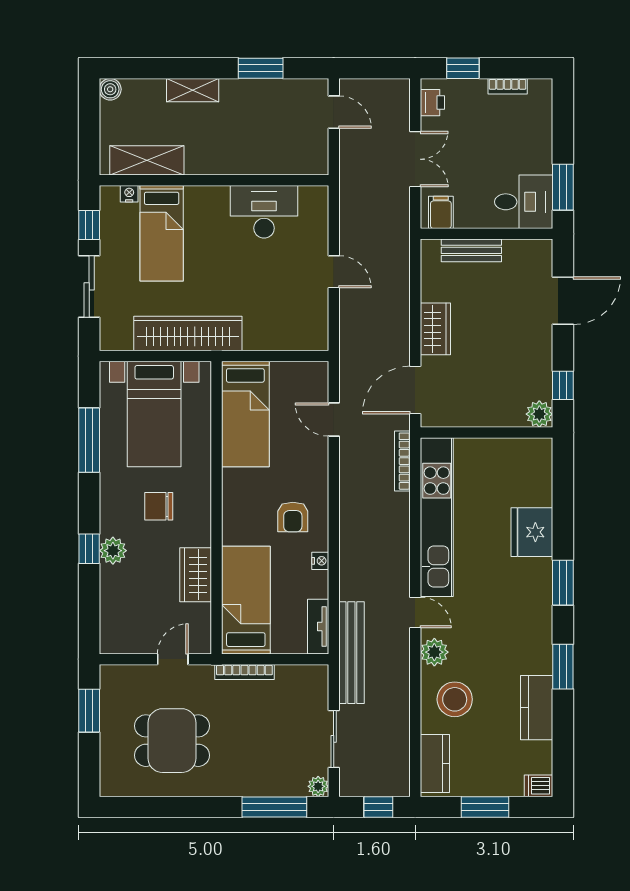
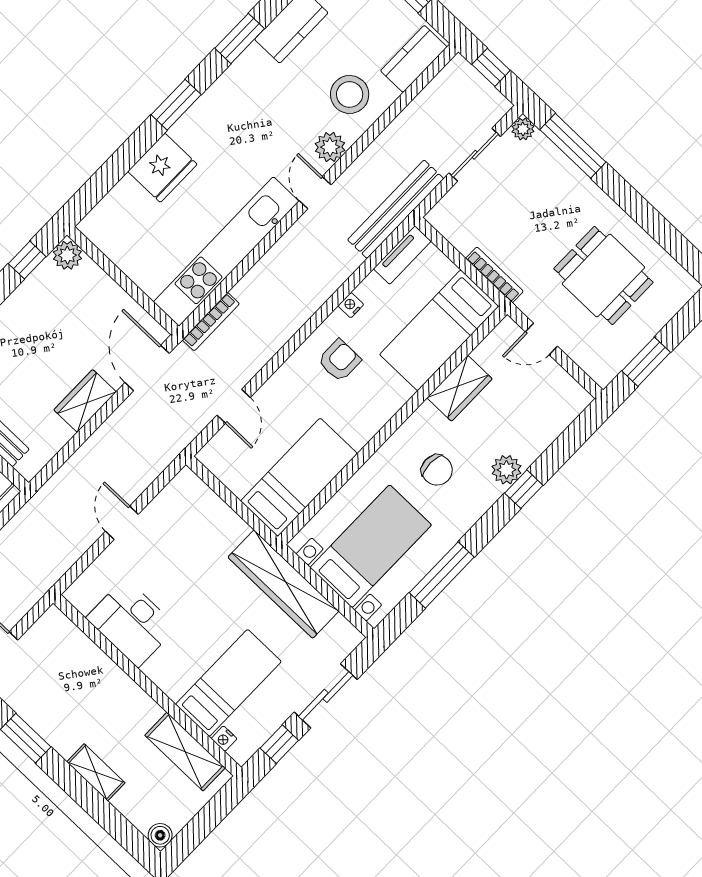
door: (415, 390) -> (147, 368), swing flipped

